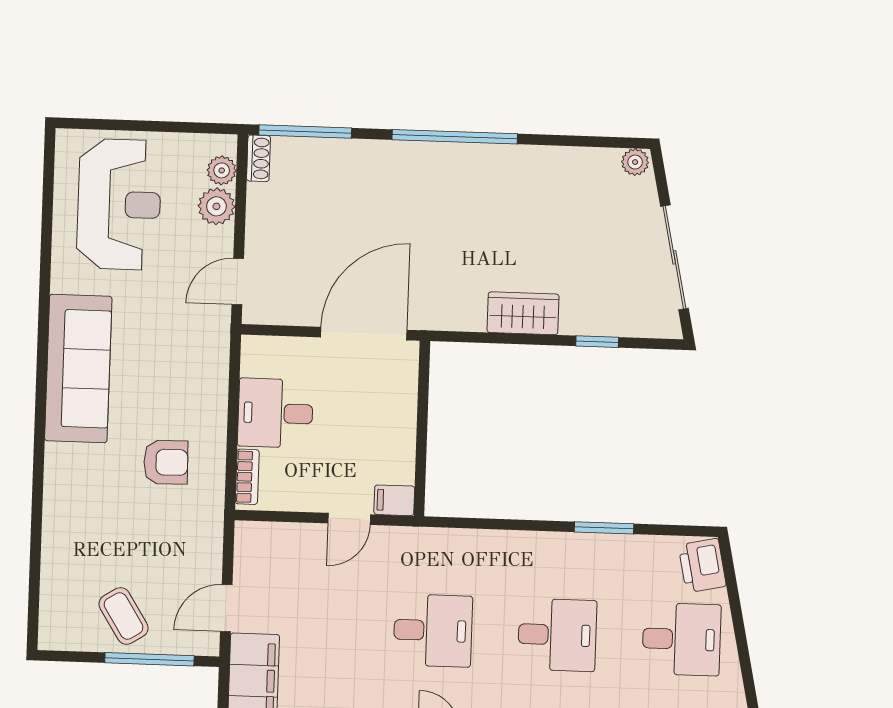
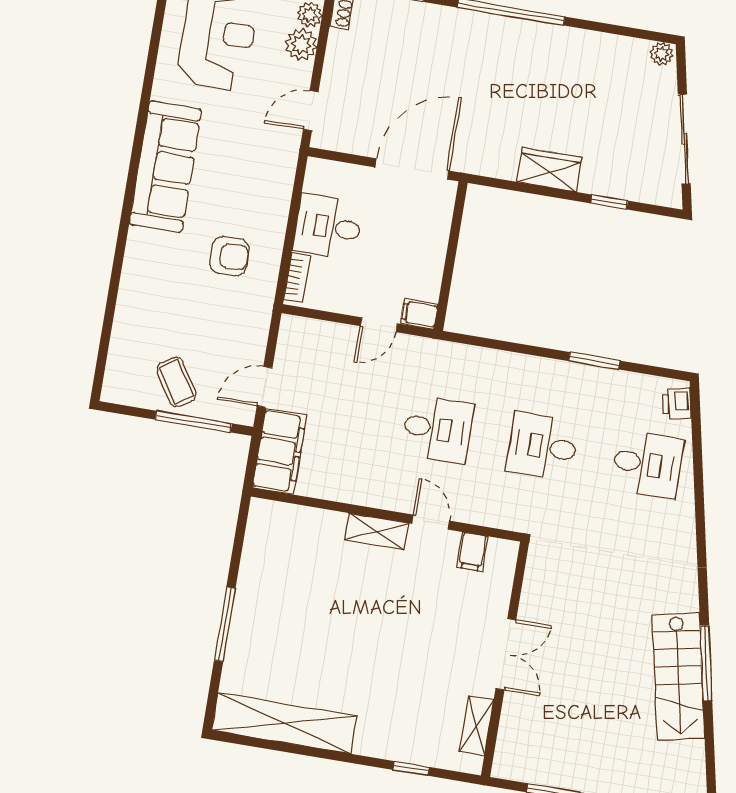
printer: (702, 566) -> (677, 404), width x0.73, depth x0.81
desk: (557, 635) -> (542, 446), turned 180

